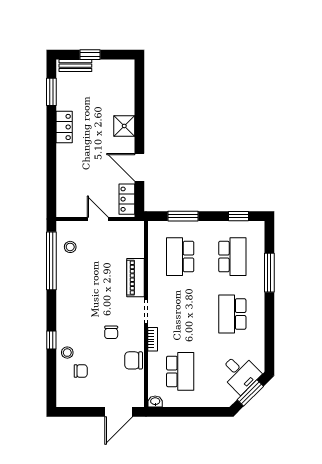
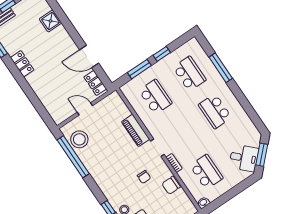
shower: (124, 126) -> (50, 21), moved
window: (238, 216) -> (162, 54), moved
stool: (70, 247) -> (79, 139), width x1.89, depth x1.89
school desk: (180, 257) -> (155, 97), turned 180
desk: (240, 373) -> (244, 158), moved

